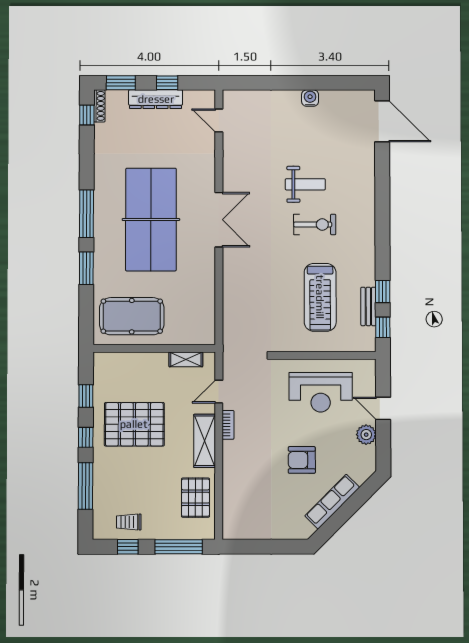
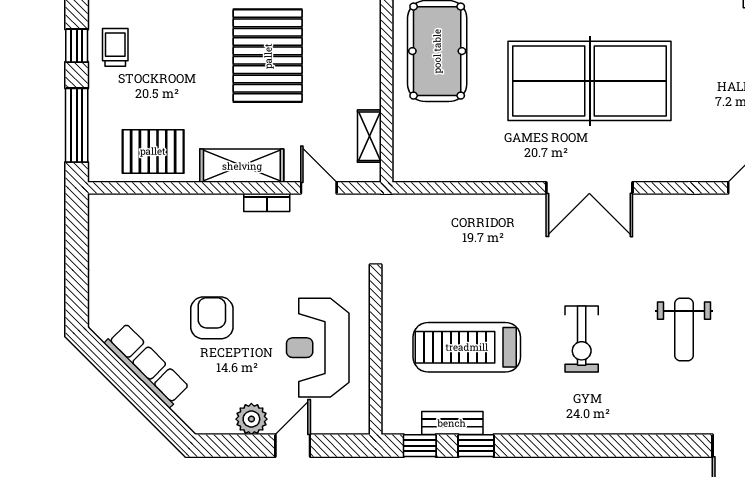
weight bench: (305, 184) -> (684, 330), moved

